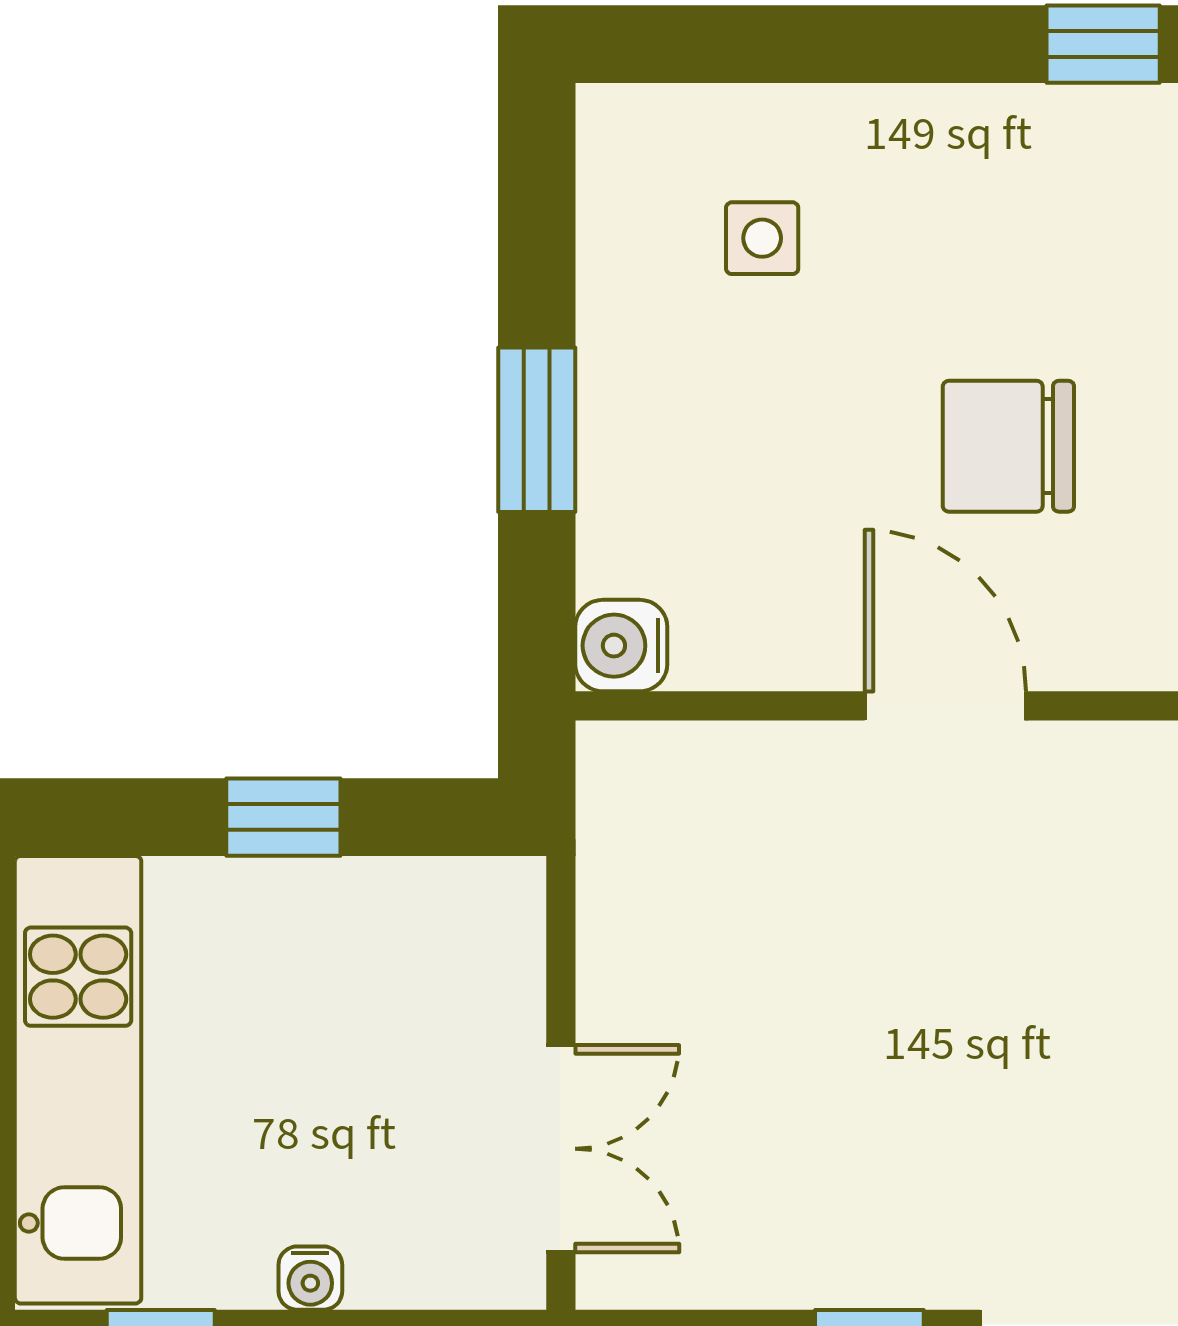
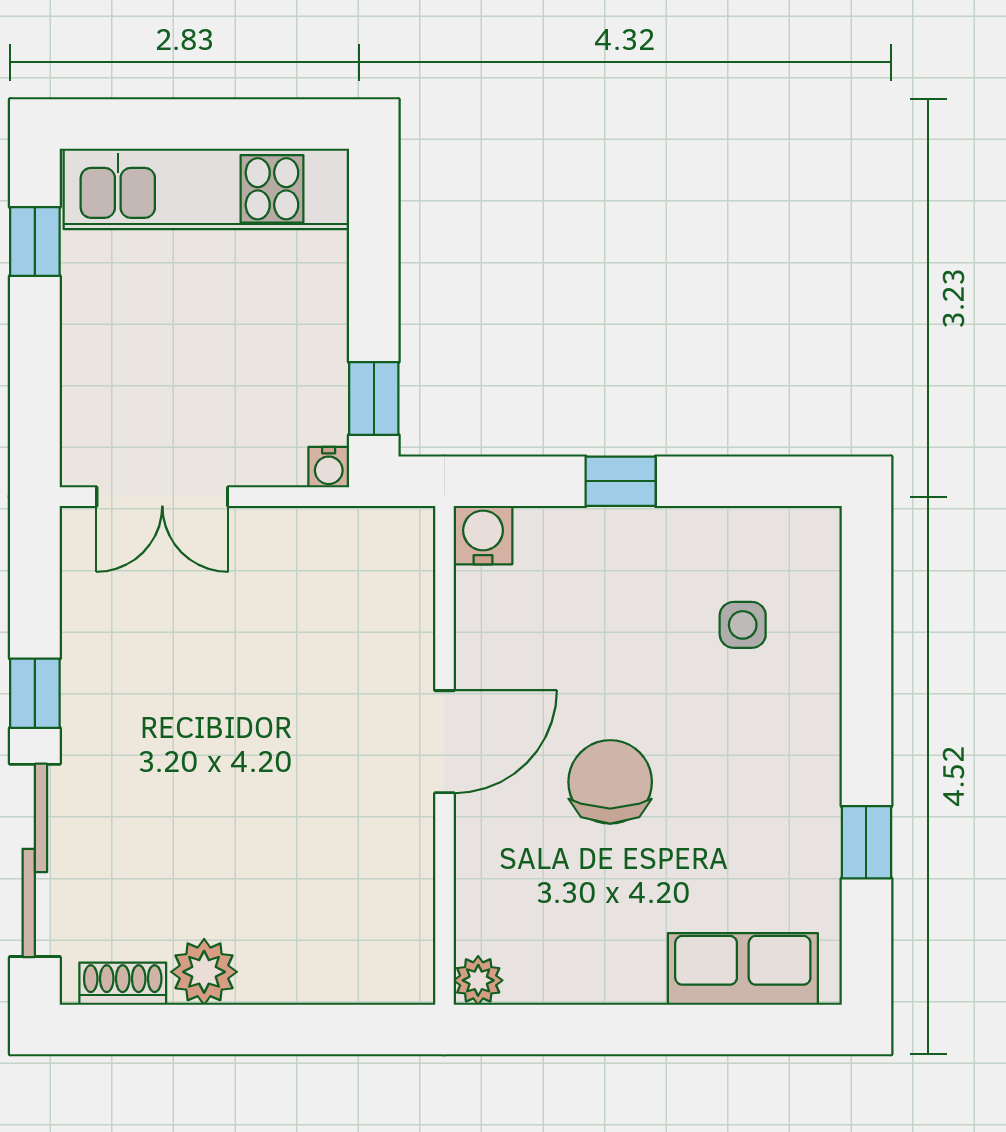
window: (537, 430) -> (621, 481), width x0.67
window: (283, 817) -> (374, 398), moved
water cooler: (310, 1278) -> (329, 467), moved, turned -90

